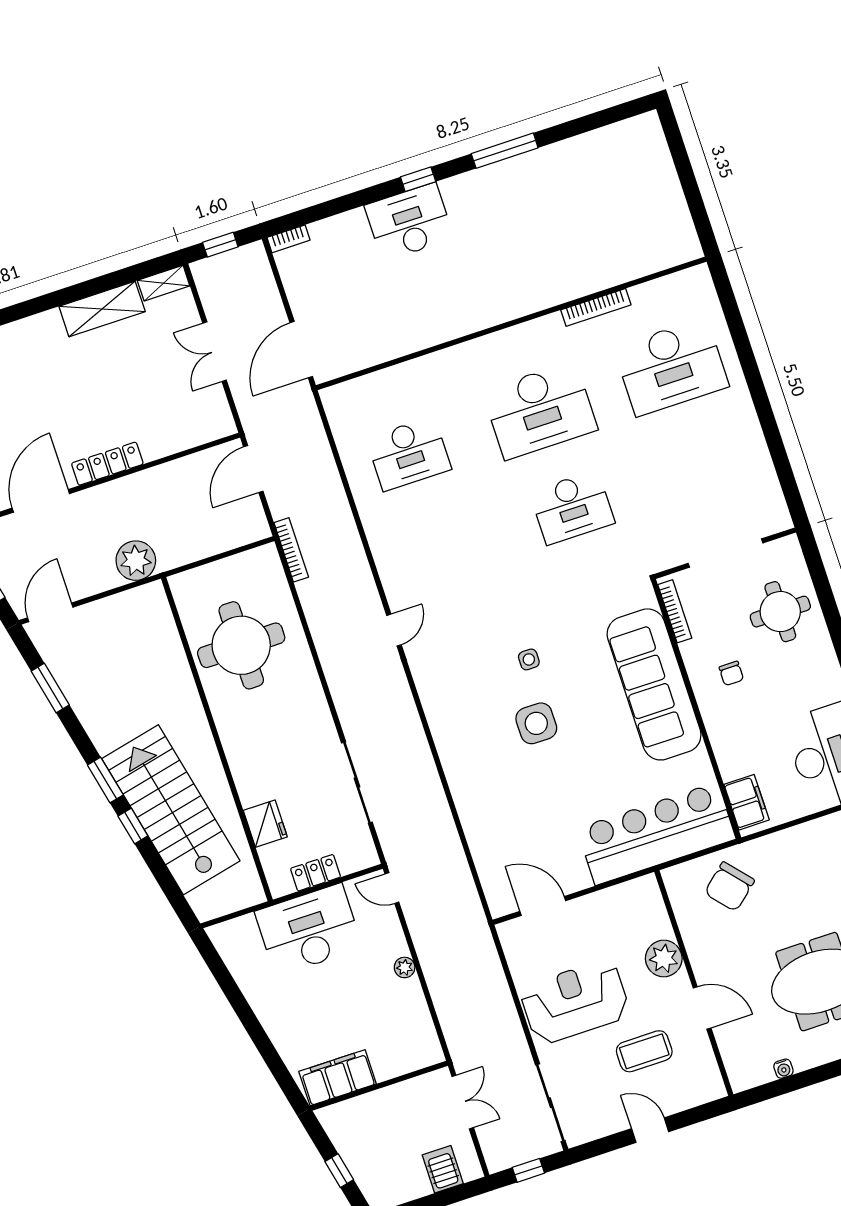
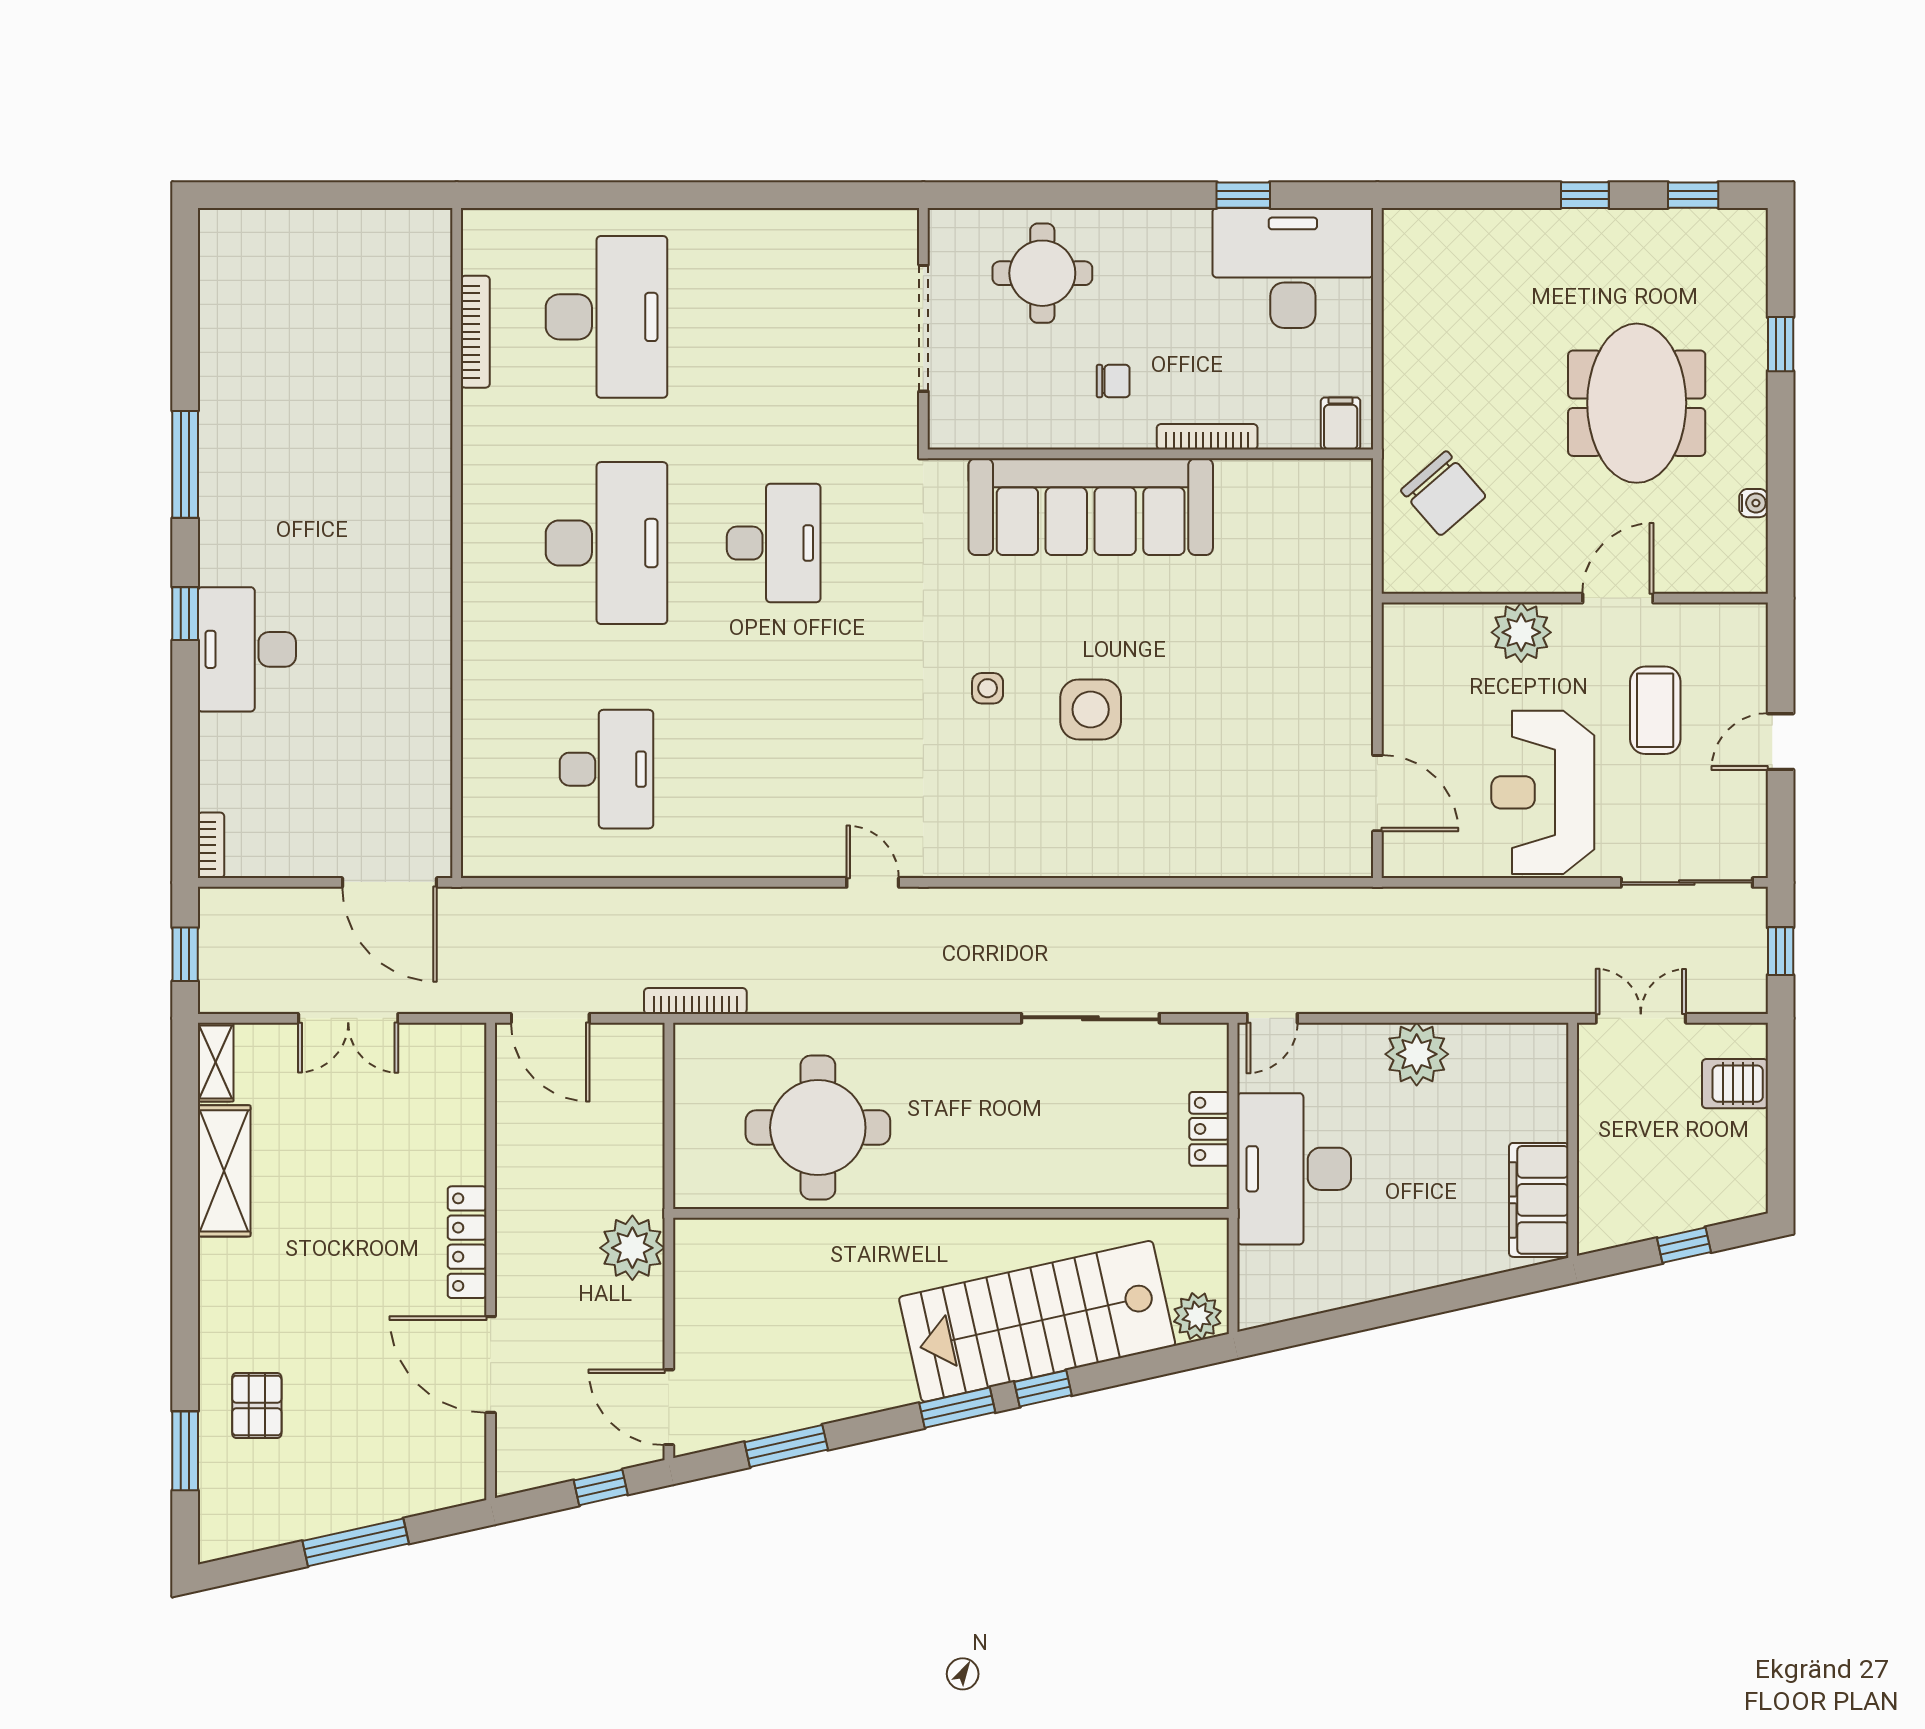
bookcase: (596, 307) -> (475, 332), moved
bookcase: (675, 611) -> (1207, 437), moved
filing cabinet: (747, 802) -> (1341, 423), width x0.50
fridge: (265, 824) -> (1107, 1182), removed
bar counter: (656, 834) -> (1324, 580), removed
plant: (204, 902) -> (1197, 1316), added
door: (543, 906) -> (1377, 793), swing flipped
plant: (405, 967) -> (1417, 1054), width x1.87, depth x1.87

